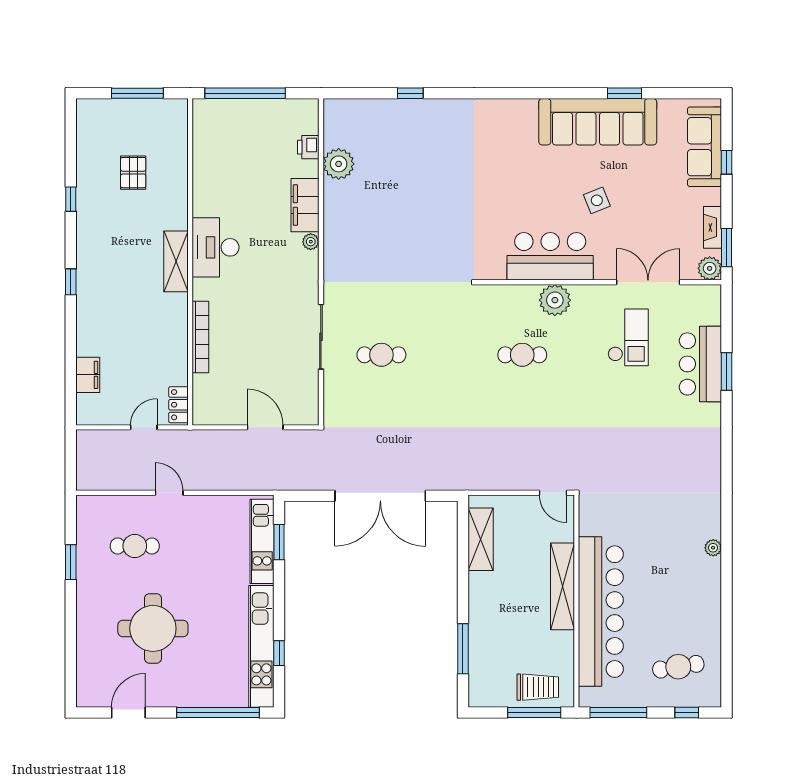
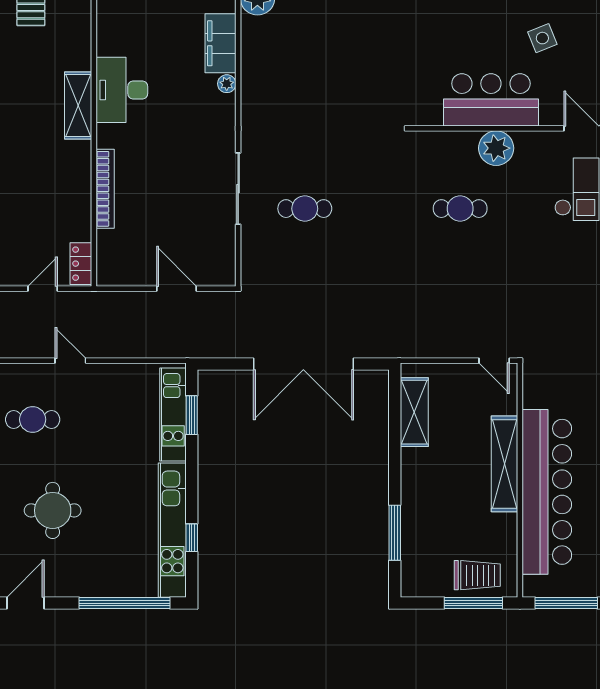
round table: (153, 628) -> (53, 510), width x0.73, depth x0.73

